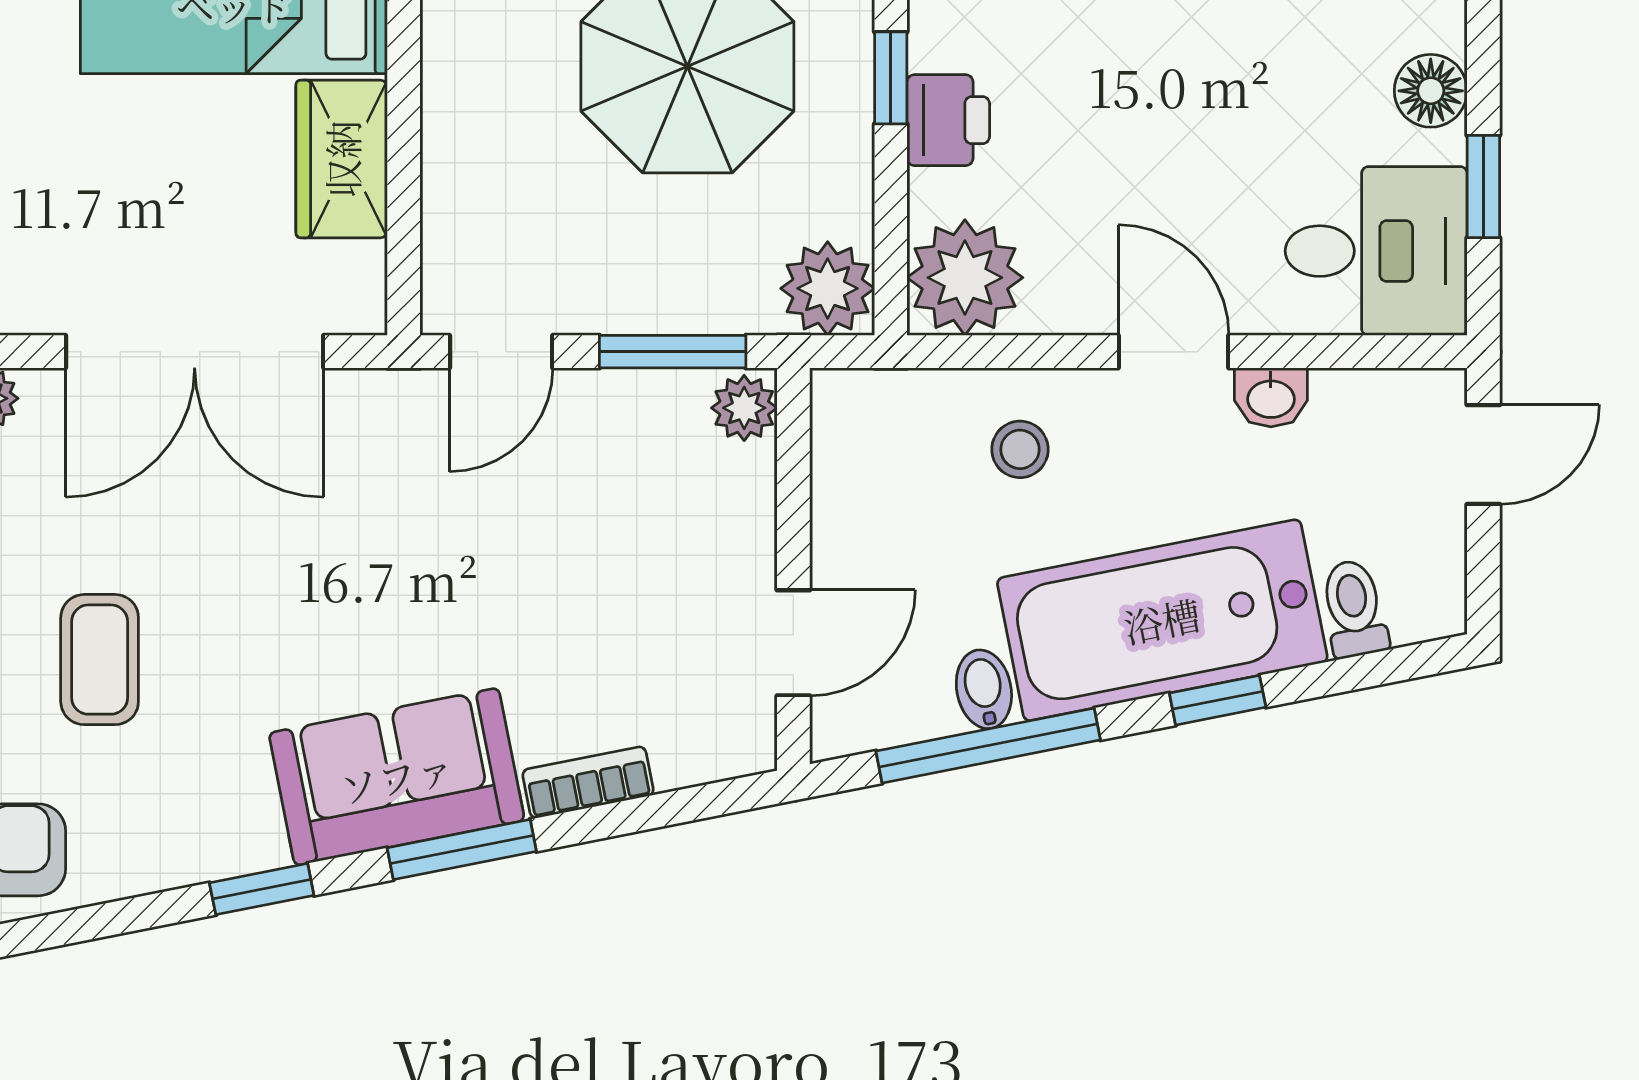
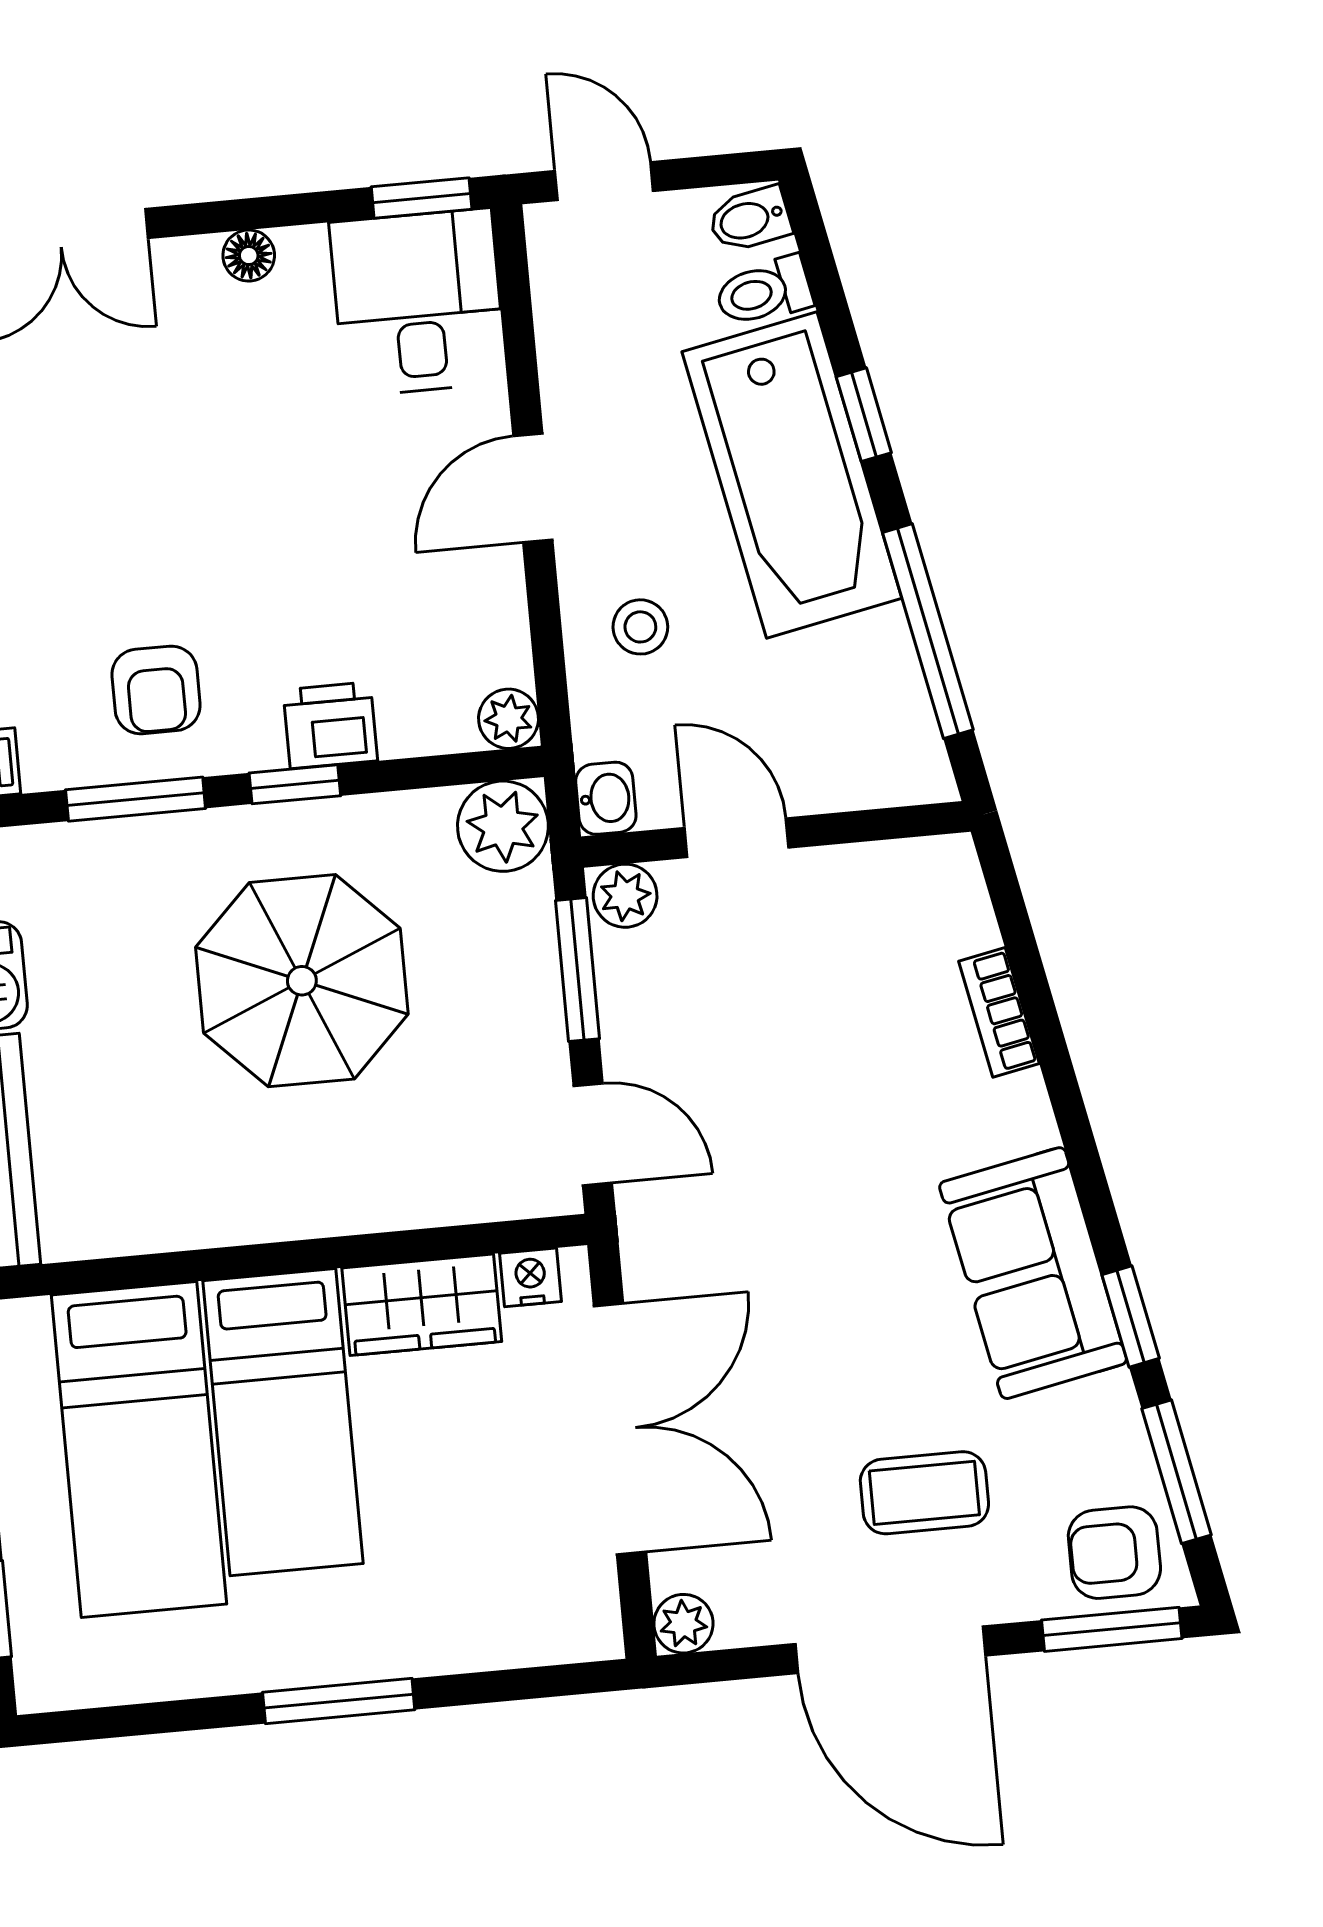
floor lamp: (1431, 91) -> (249, 256), width x0.73, depth x0.73
window: (1483, 187) -> (422, 198), moved
nightstand: (360, 274) -> (531, 1277), added
plant: (965, 278) -> (508, 719), width x0.53, depth x0.53
washbasin: (1271, 397) -> (606, 798), moved
door: (793, 643) -> (737, 838), moved
bidet: (984, 689) -> (750, 219), moved
sofa: (397, 777) -> (1033, 1273), moved
window: (462, 850) -> (1176, 1472), moved

